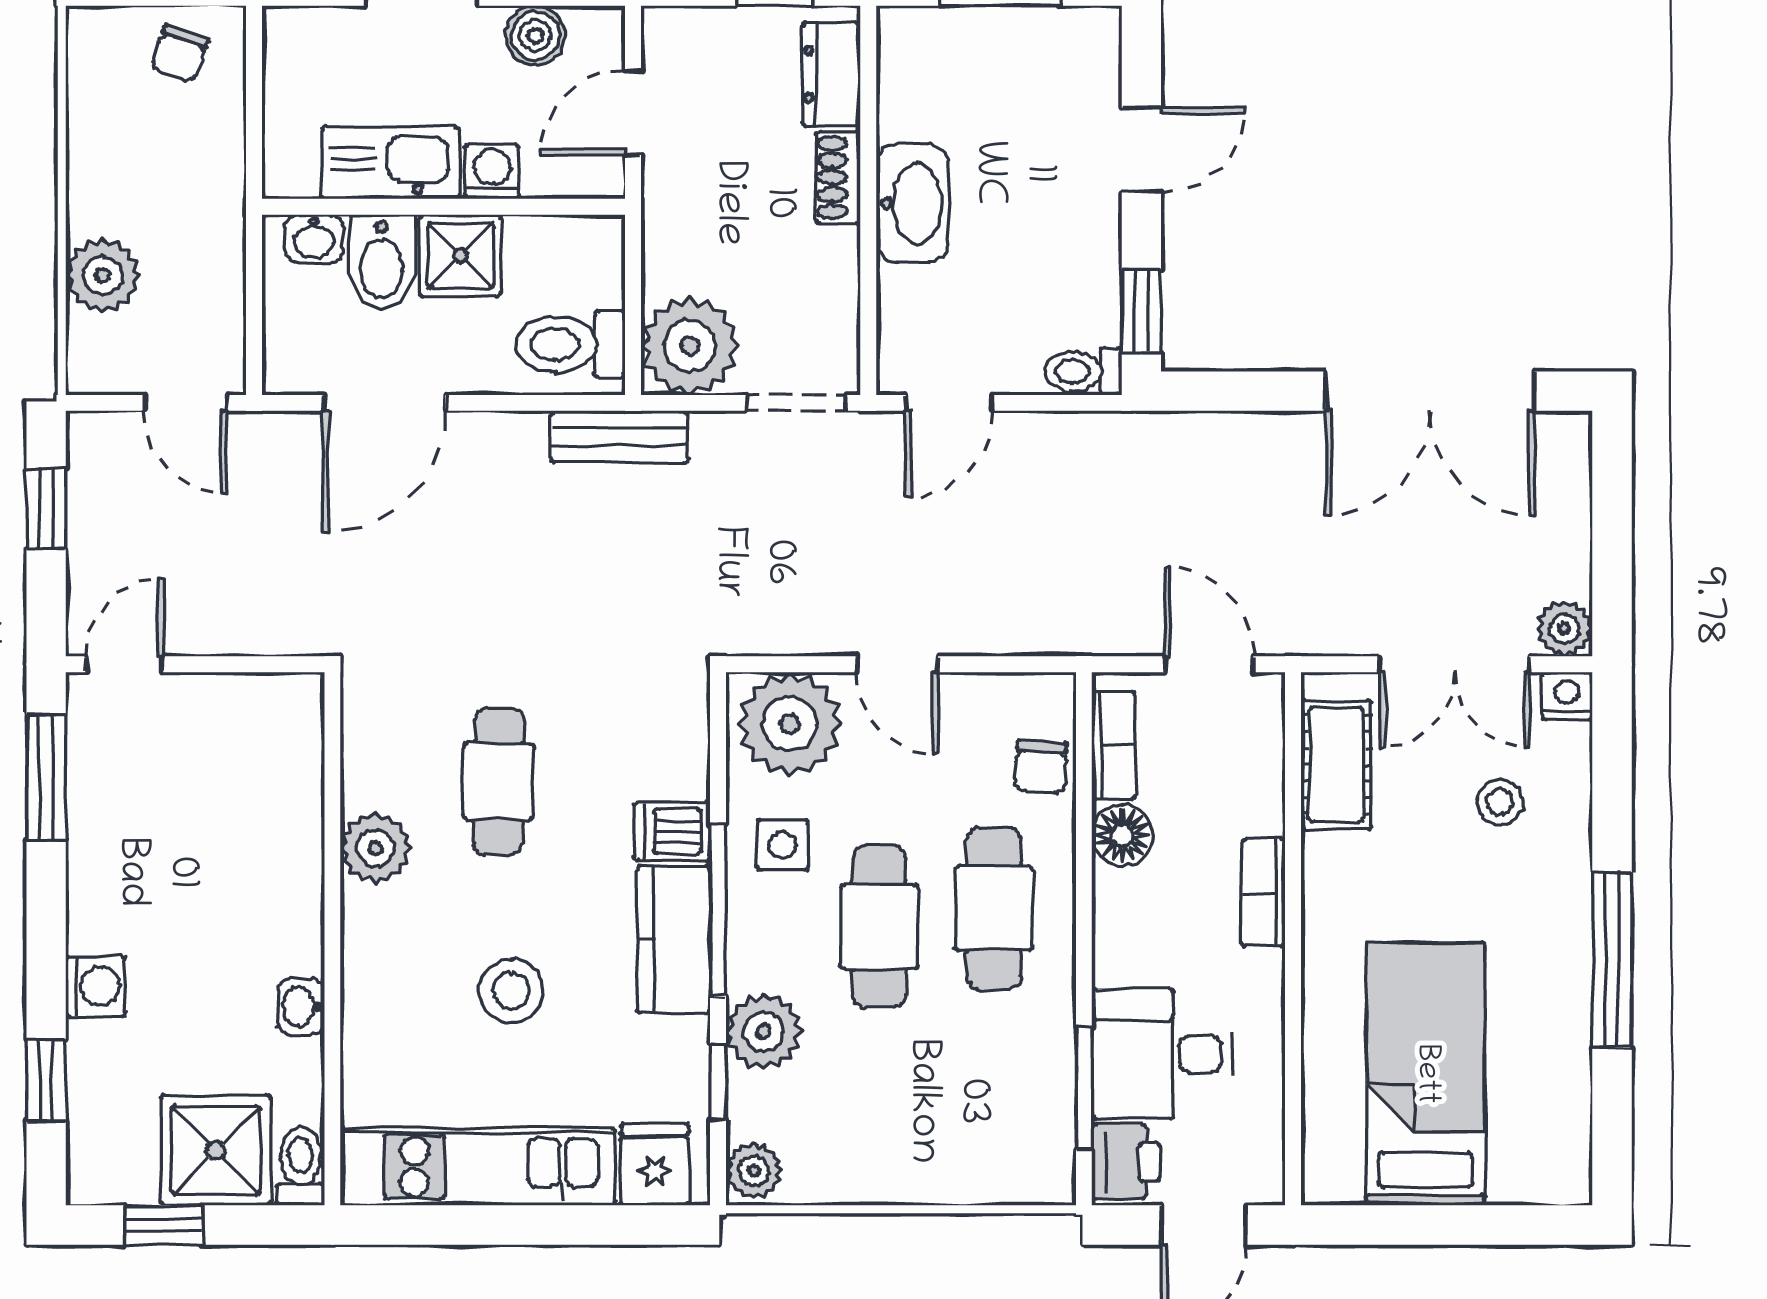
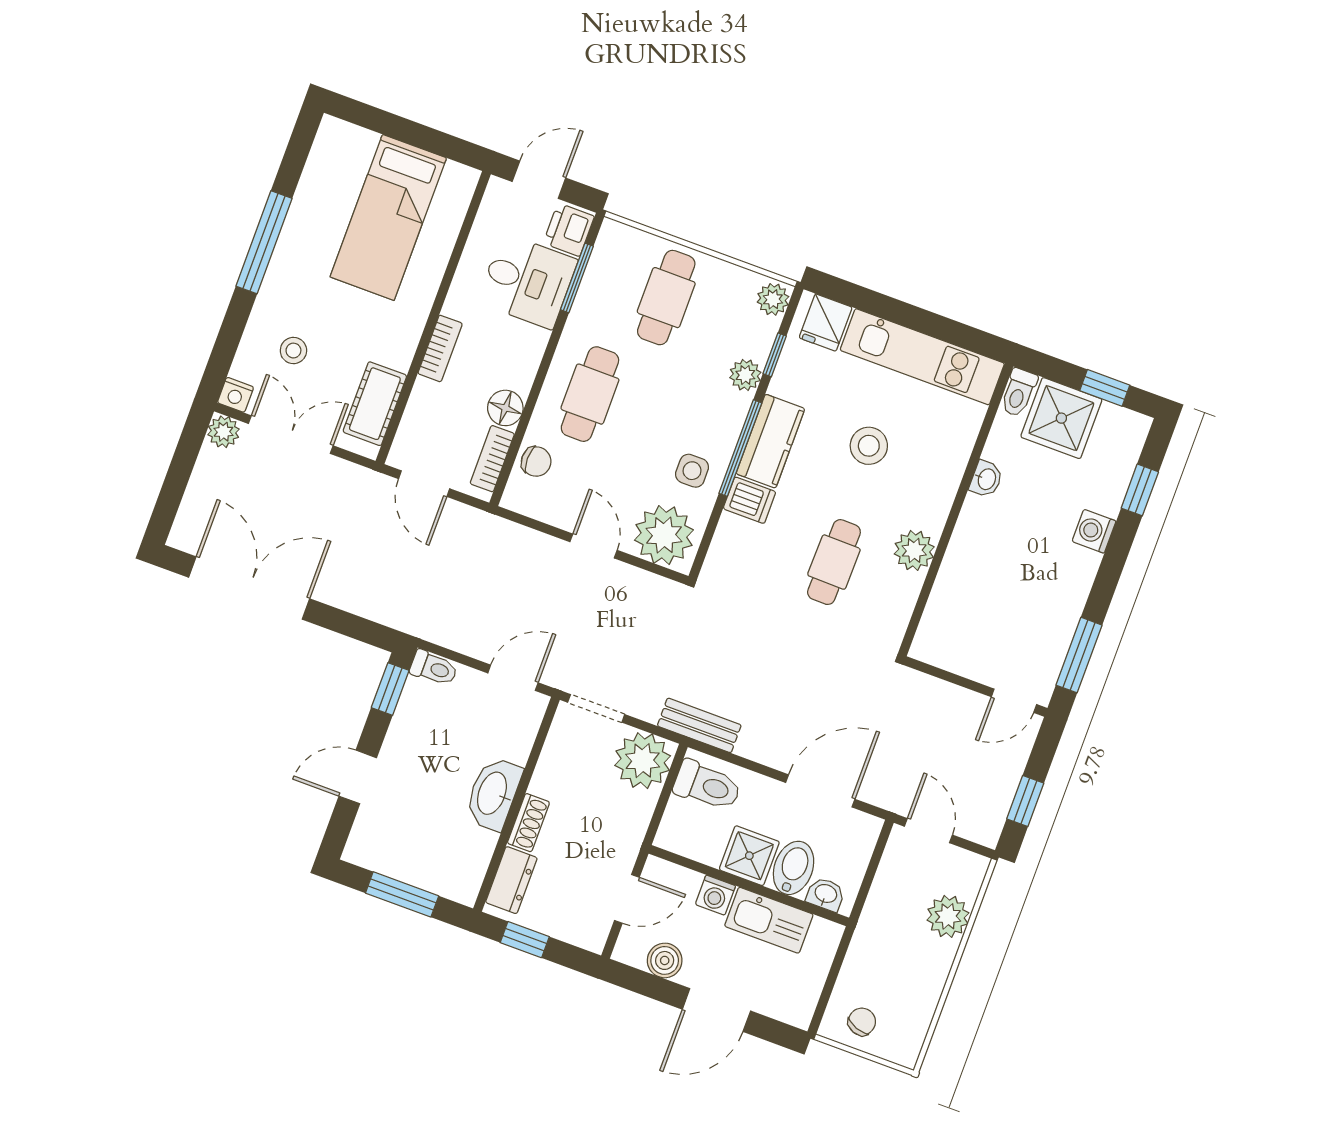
chair: (1041, 767) -> (536, 462), turned 86
cafe table: (879, 927) -> (666, 298), moved
plant: (764, 1032) -> (745, 375), width x0.73, depth x0.73

